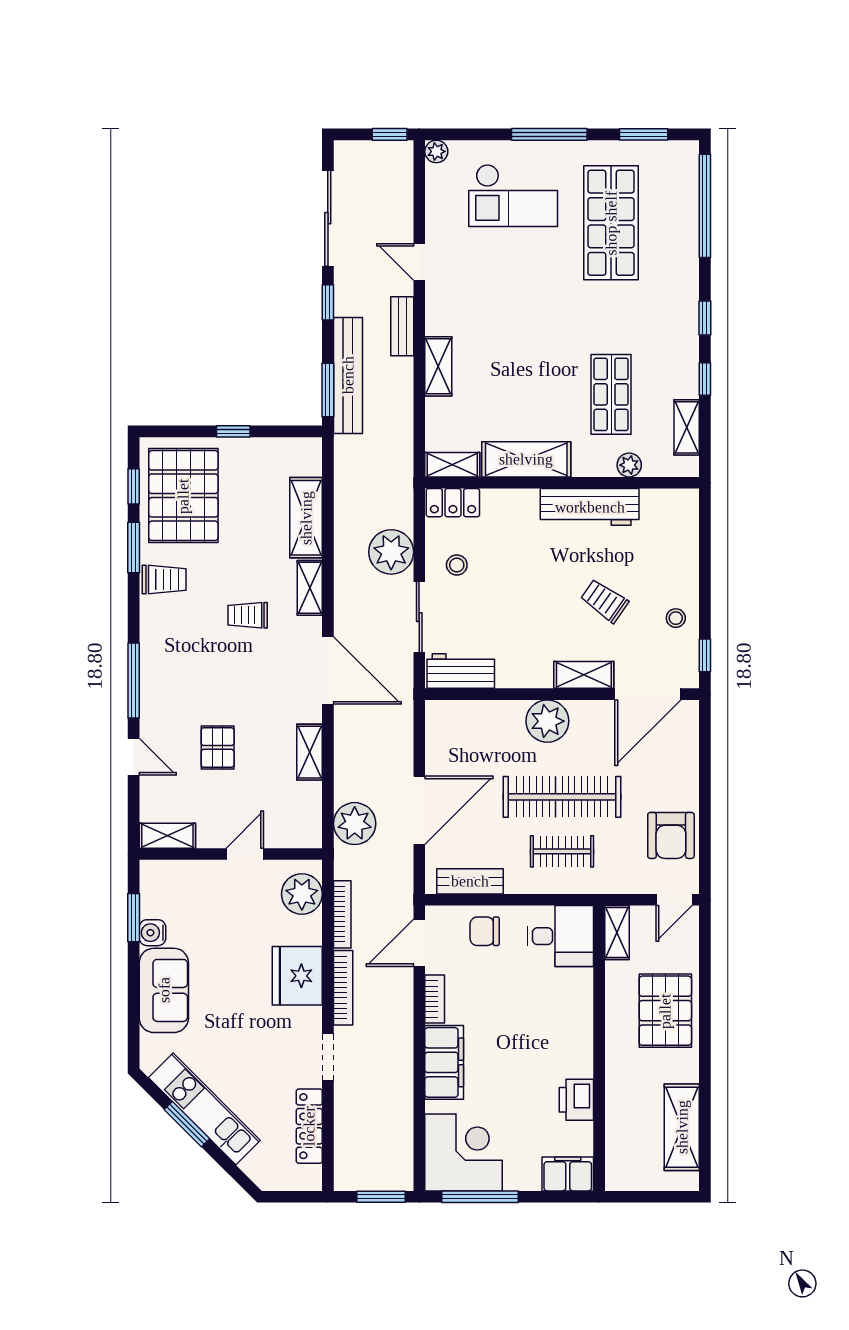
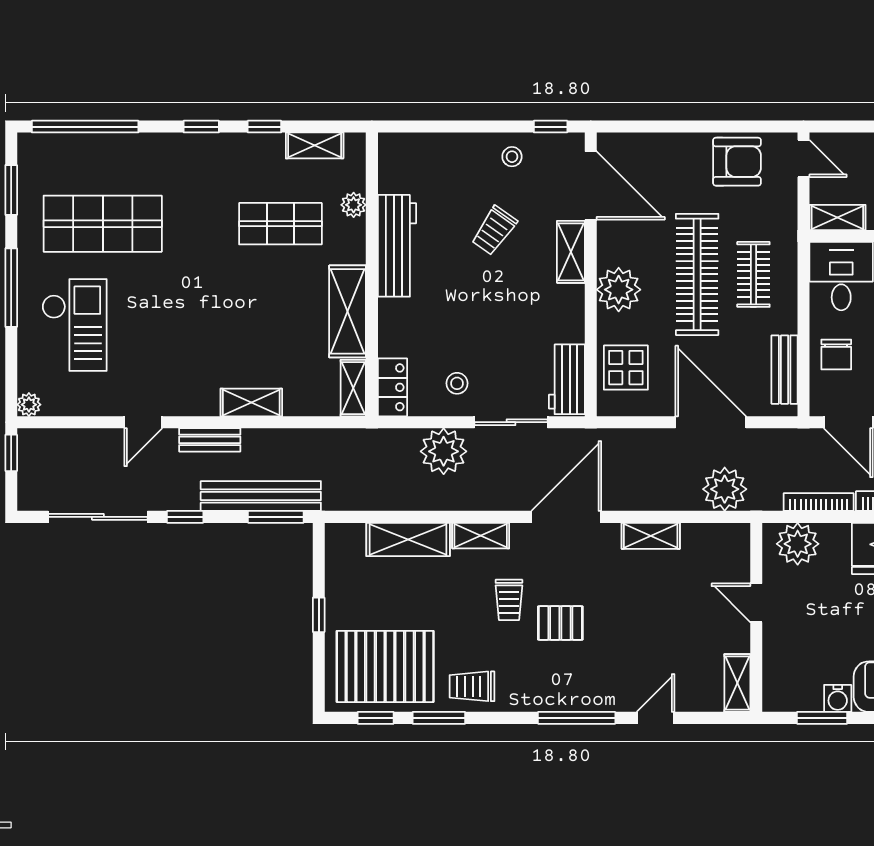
trolley: (164, 579) -> (472, 686), turned -90
display table: (472, 728) -> (626, 368), added
pallet: (218, 747) -> (560, 623), moved

